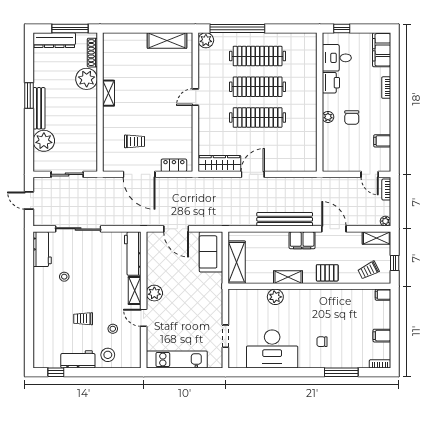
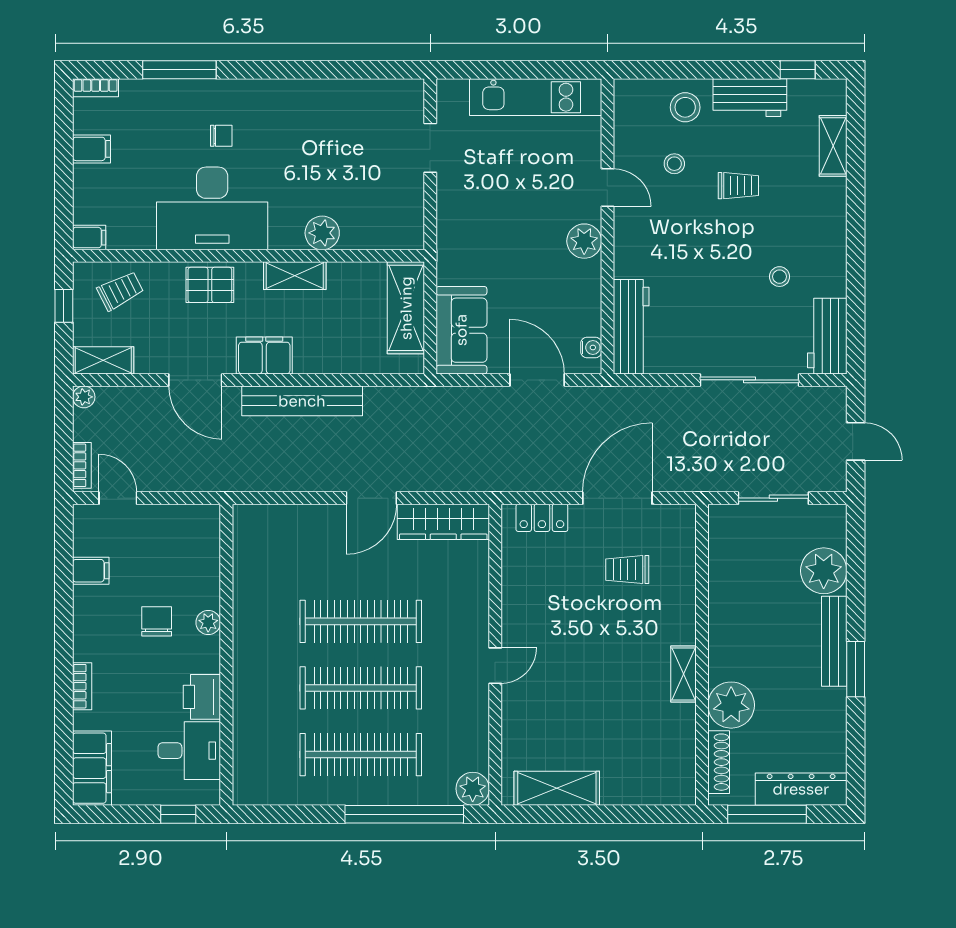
door: (139, 174) -> (617, 498), hinge flipped
water cooler: (151, 244) -> (591, 347), added
shelving: (135, 290) -> (833, 146), moved
desk: (272, 349) -> (212, 208), moved, turned 180

